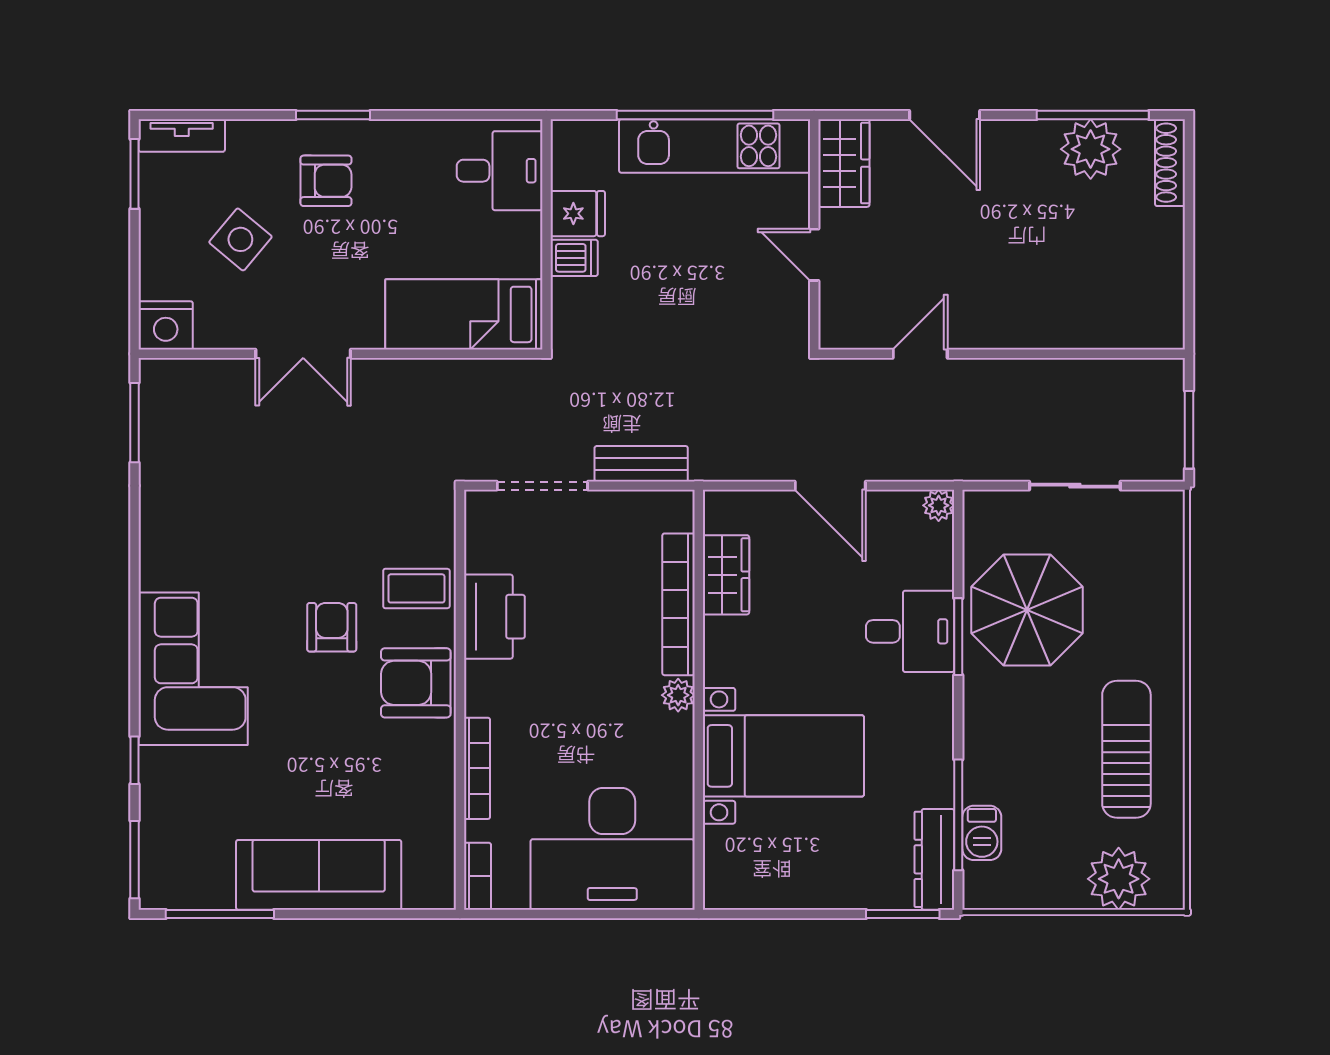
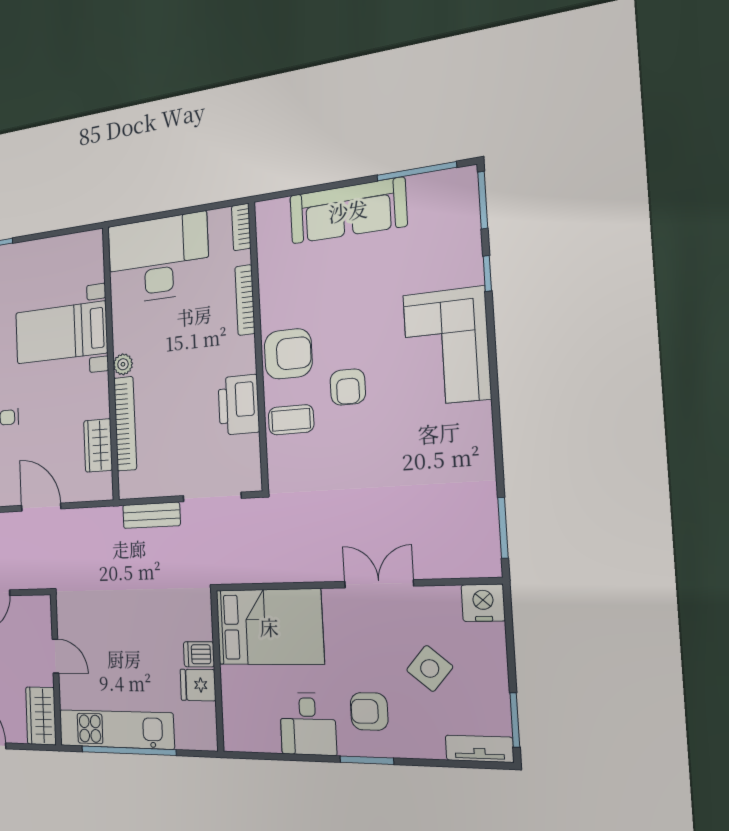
desk: (500, 171) -> (308, 724), moved, turned -90
bed: (464, 314) -> (269, 627), width x1.50

